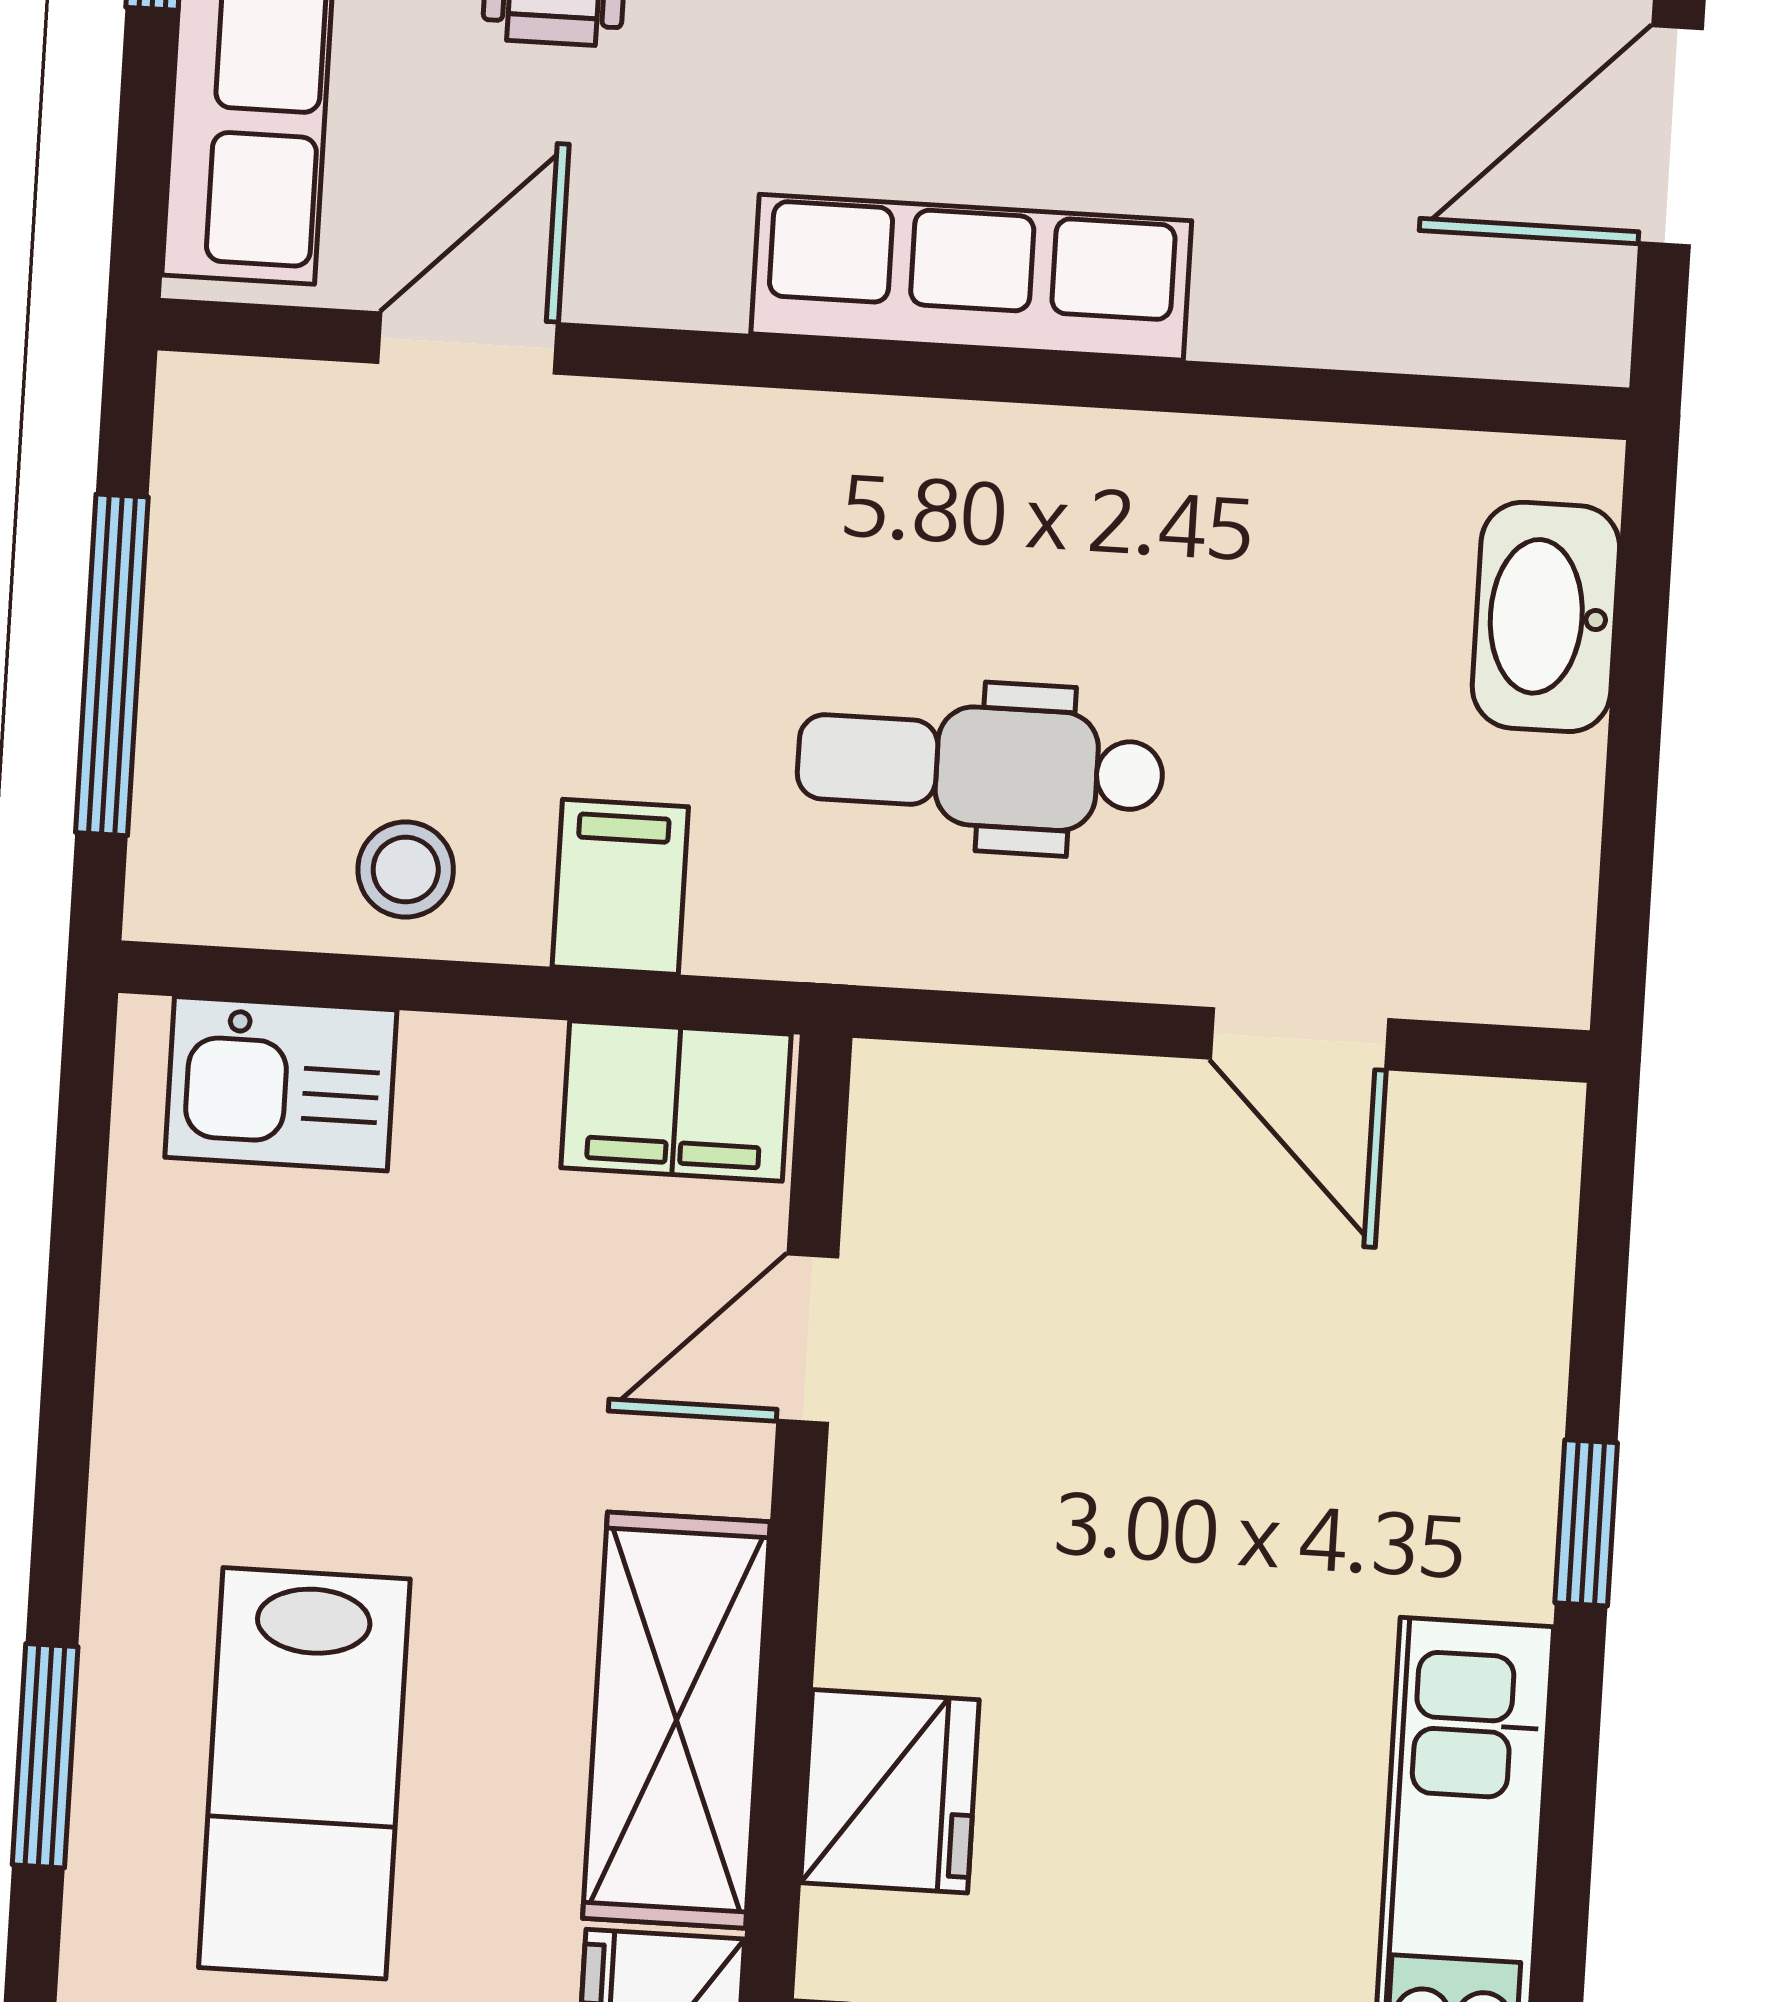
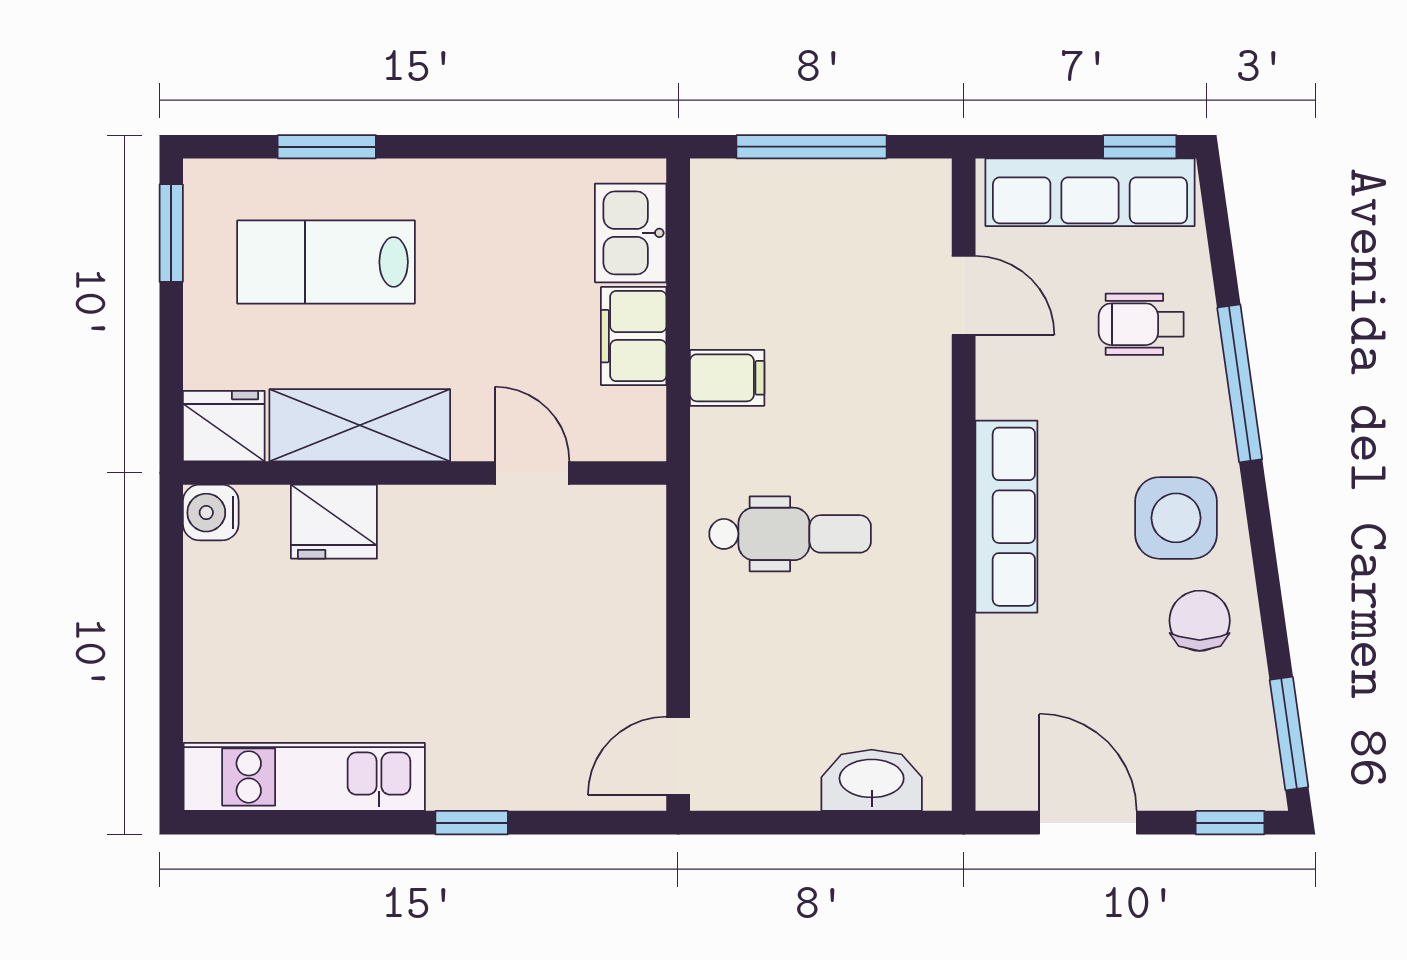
dental chair: (980, 766) -> (790, 534), turned 90
stool: (406, 870) -> (729, 282), removed
door: (1299, 1039) -> (678, 756), moved
filing cabinet: (676, 1101) -> (634, 336), moved

